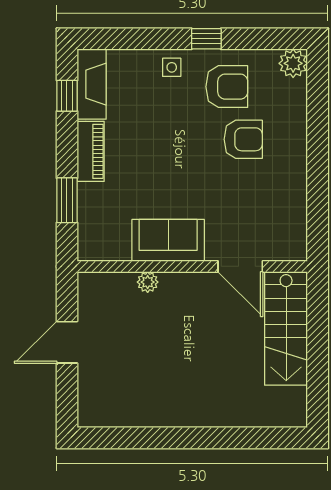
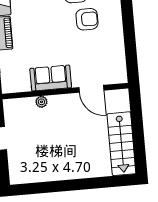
stairs: (286, 328) -> (121, 144), moved

